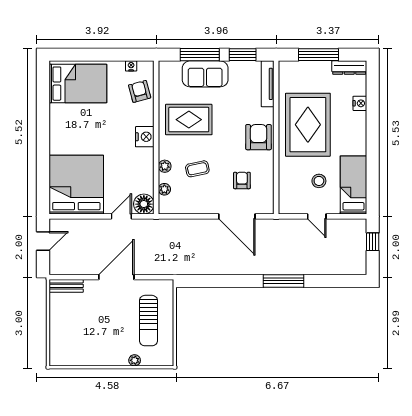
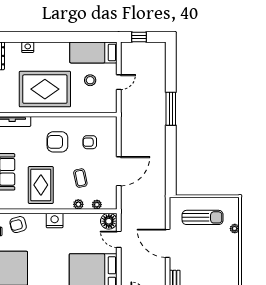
armchair: (258, 137) -> (57, 142), moved
door: (237, 216) -> (119, 171), moved

